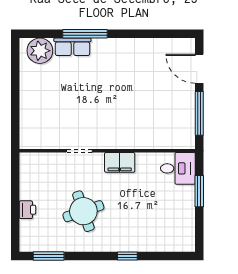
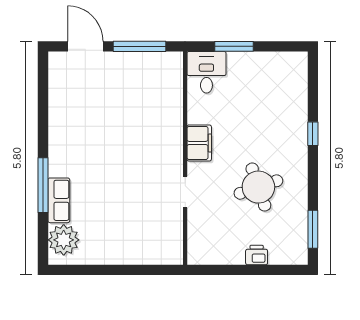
door: (199, 69) -> (85, 46), swing flipped

